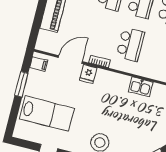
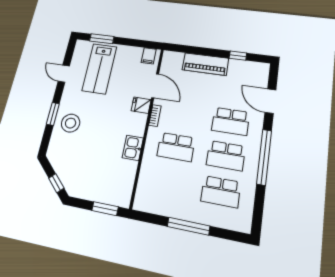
window: (21, 84) -> (102, 39), moved
kitchen sink: (141, 87) -> (133, 148), moved

